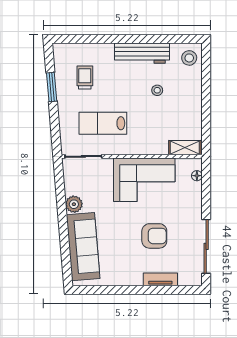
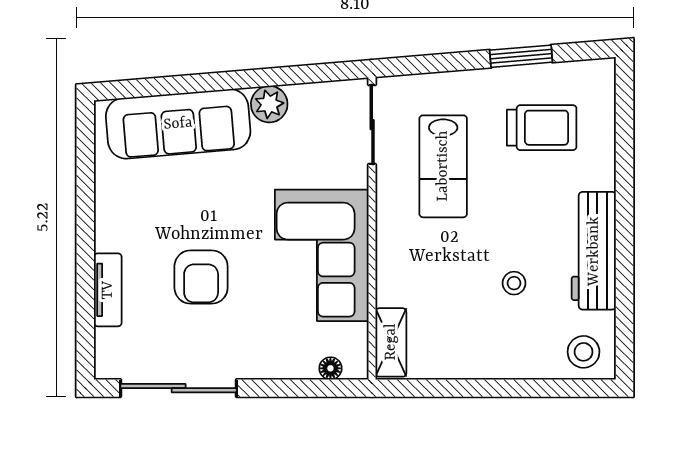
trolley: (85, 77) -> (542, 128), width x1.36, depth x1.39
lab bench: (103, 123) -> (443, 166), turned 180

